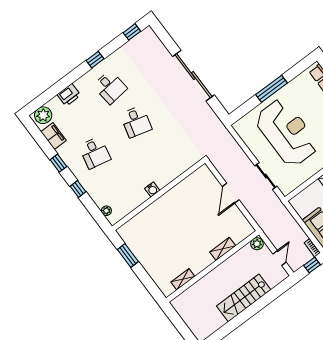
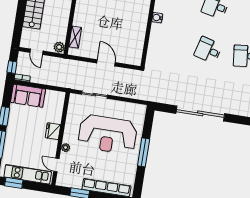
shelving: (223, 249) -> (75, 37), moved

